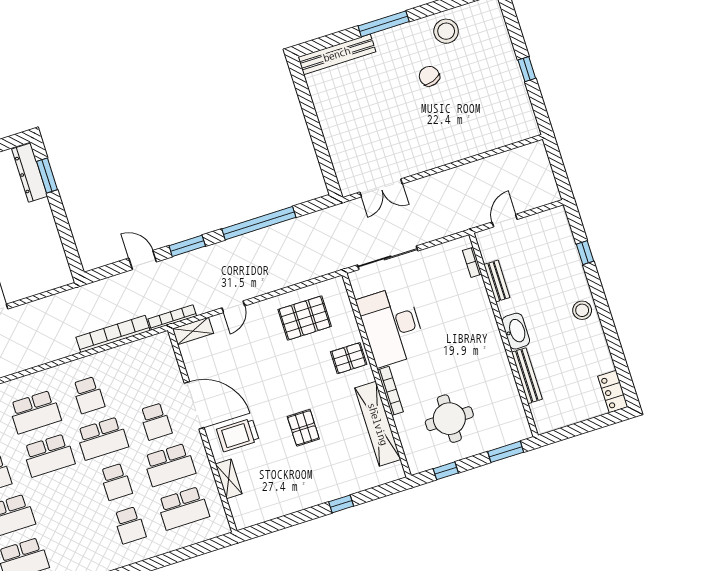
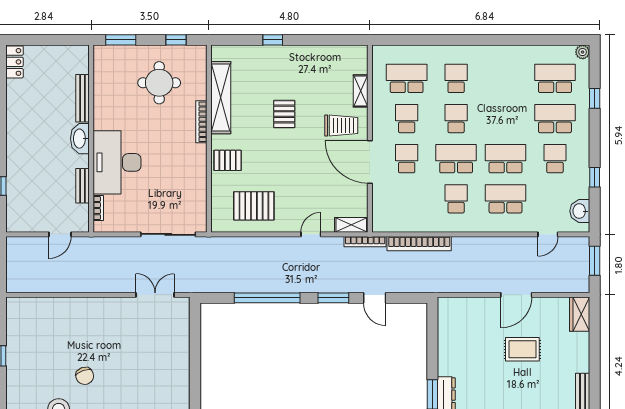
stool: (582, 310) -> (19, 138), removed
desk: (392, 326) -> (117, 162), moved, turned 180
school desk: (169, 465) -> (407, 119), width x0.54

